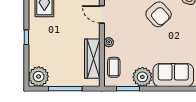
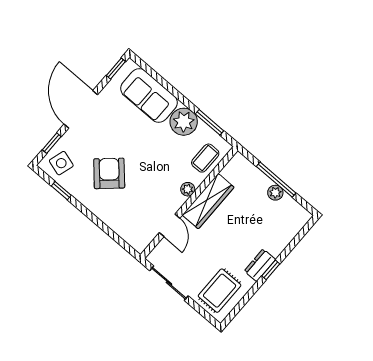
dresser: (34, 35) -> (260, 265), added
wardrobe: (92, 59) -> (208, 201), moved
plant: (39, 76) -> (275, 193), moved, width x0.53, depth x0.53

